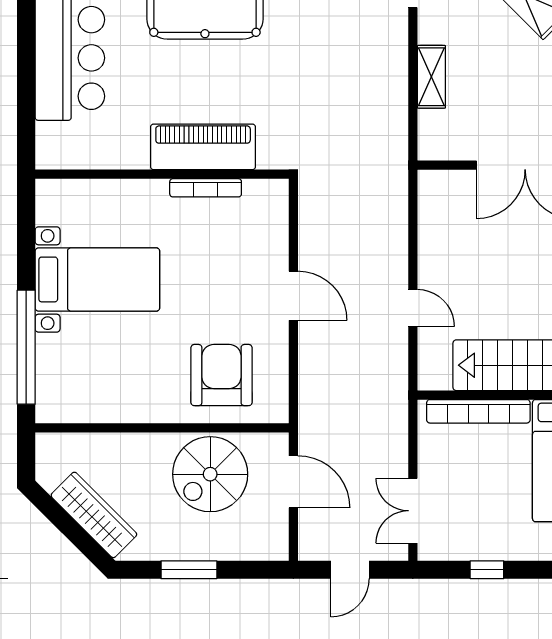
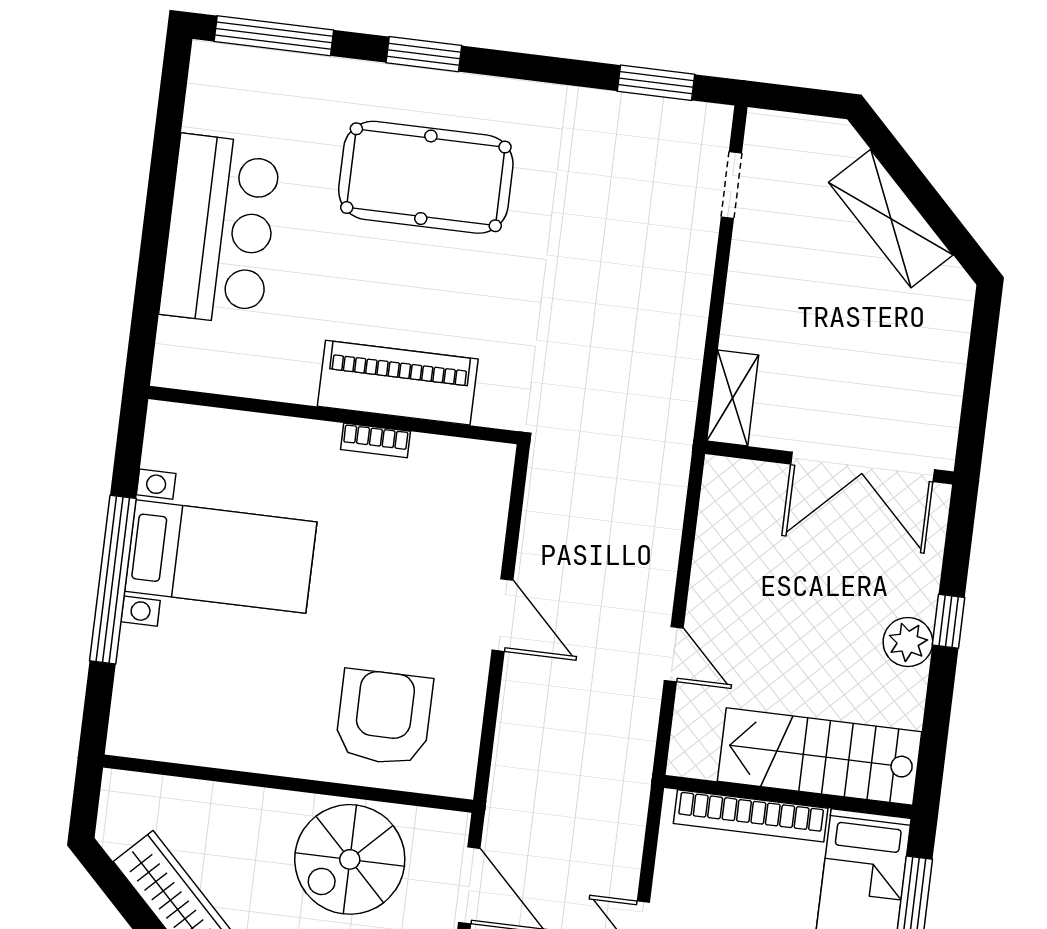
shelving: (431, 77) -> (733, 398), moved
bookcase: (206, 188) -> (375, 440), width x0.64
window: (26, 347) -> (113, 580), moved

